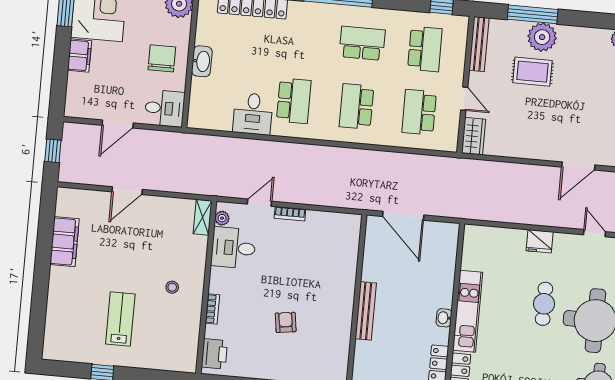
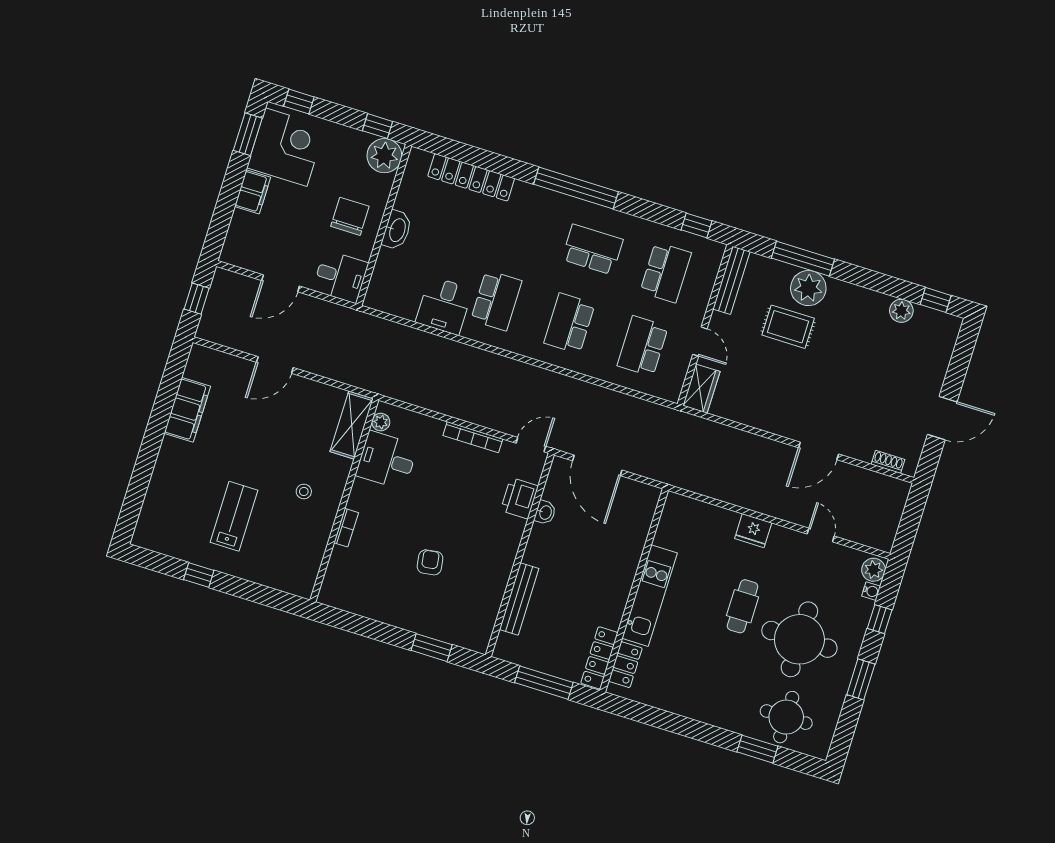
door: (259, 203) -> (531, 445), moved
bookcase: (290, 214) -> (473, 437), width x1.56
shelving: (202, 217) -> (352, 425), width x1.50, depth x1.33
bench: (366, 311) -> (519, 599), moved
washbasin: (444, 318) -> (545, 512), moved, turned 180
printer: (214, 354) -> (519, 498), moved, turned 180

